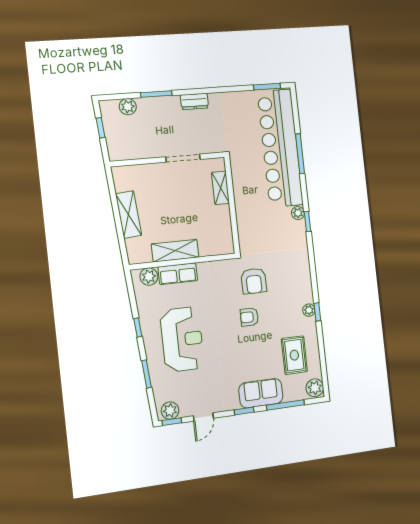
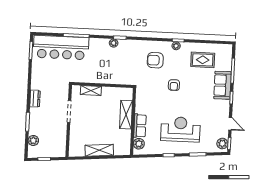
bar counter: (280, 148) -> (61, 48), width x0.73
shelving: (175, 251) -> (126, 115), moved
armchair: (254, 281) -> (155, 60), moved, turned 180
plant: (315, 388) -> (226, 50), removed

